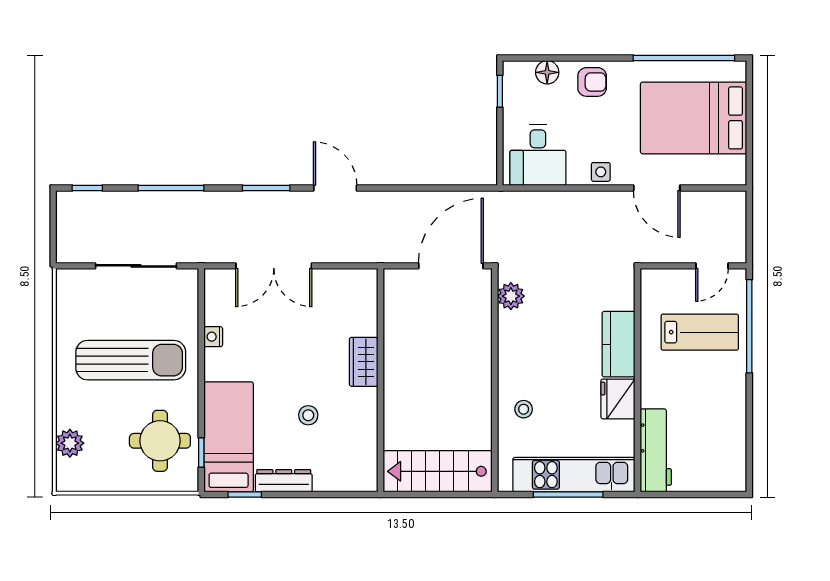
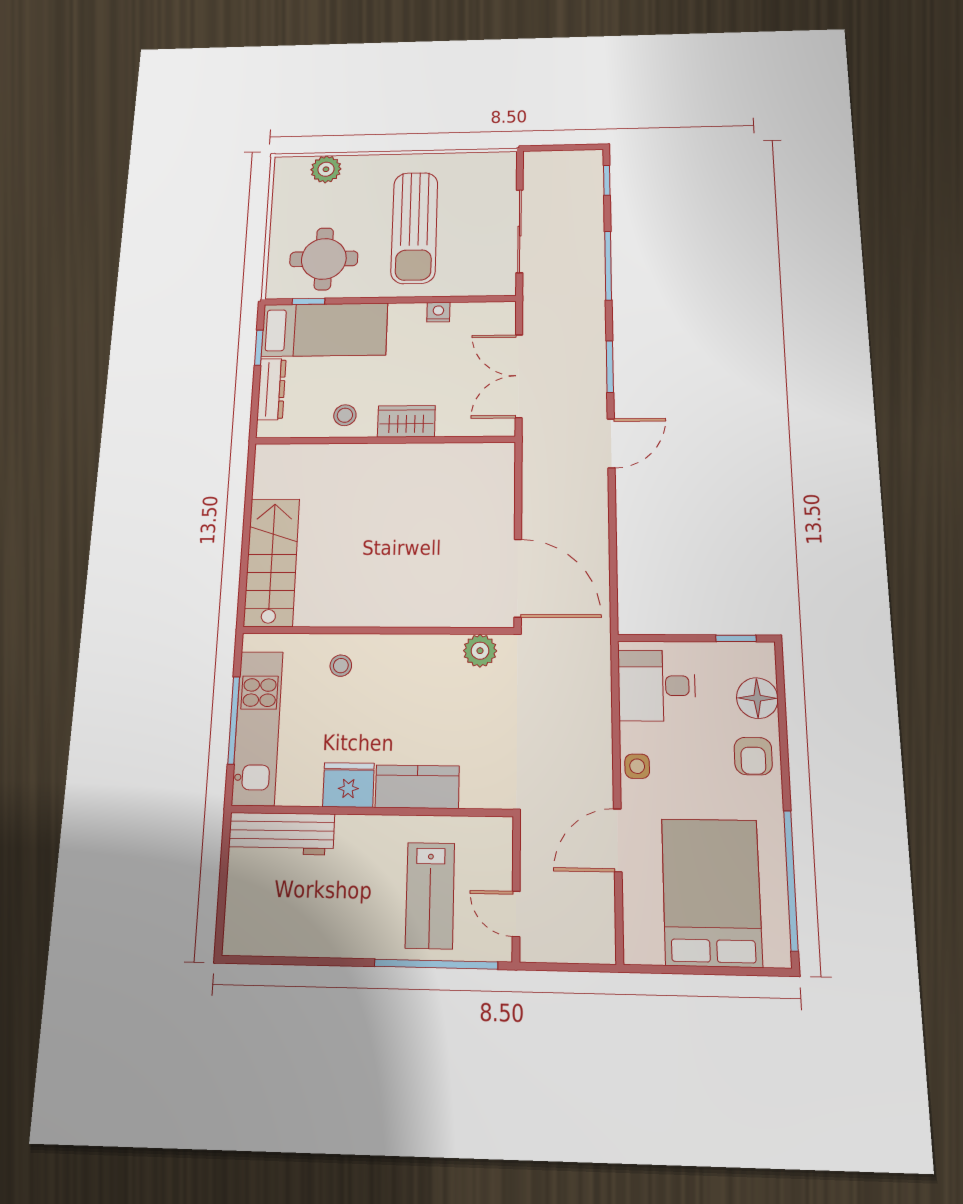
floor lamp: (547, 72) -> (757, 698), width x1.38, depth x1.38
wardrobe: (364, 362) -> (406, 421), moved
wall: (380, 380) -> (384, 440), moved

